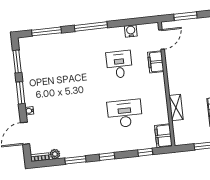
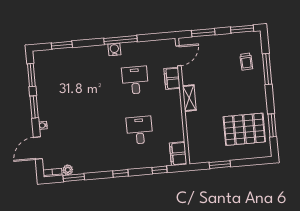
window: (91, 26) -> (121, 40), moved
window: (46, 31) -> (62, 45), width x0.69
water cooler: (131, 31) -> (114, 49), moved
shelving: (176, 107) -> (189, 98), moved
desk: (125, 114) -> (140, 130), width x0.73
window: (75, 160) -> (74, 178), moved

